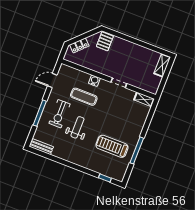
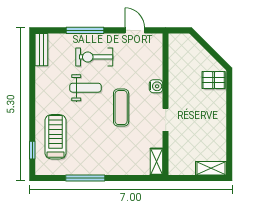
locker: (79, 45) -> (195, 48), removed
exercise mat: (84, 97) -> (121, 108), moved
treadmill: (112, 146) -> (56, 137), moved

